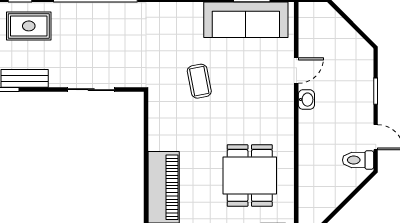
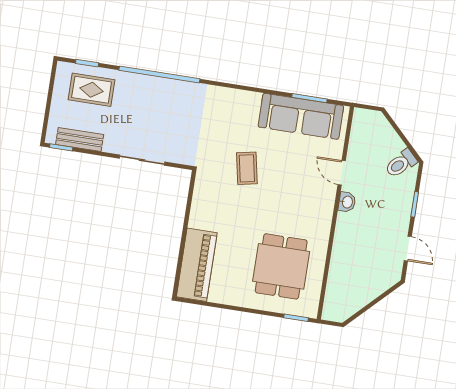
door: (296, 71) -> (342, 173), swing flipped
toilet: (358, 160) -> (401, 164), moved, turned -45

